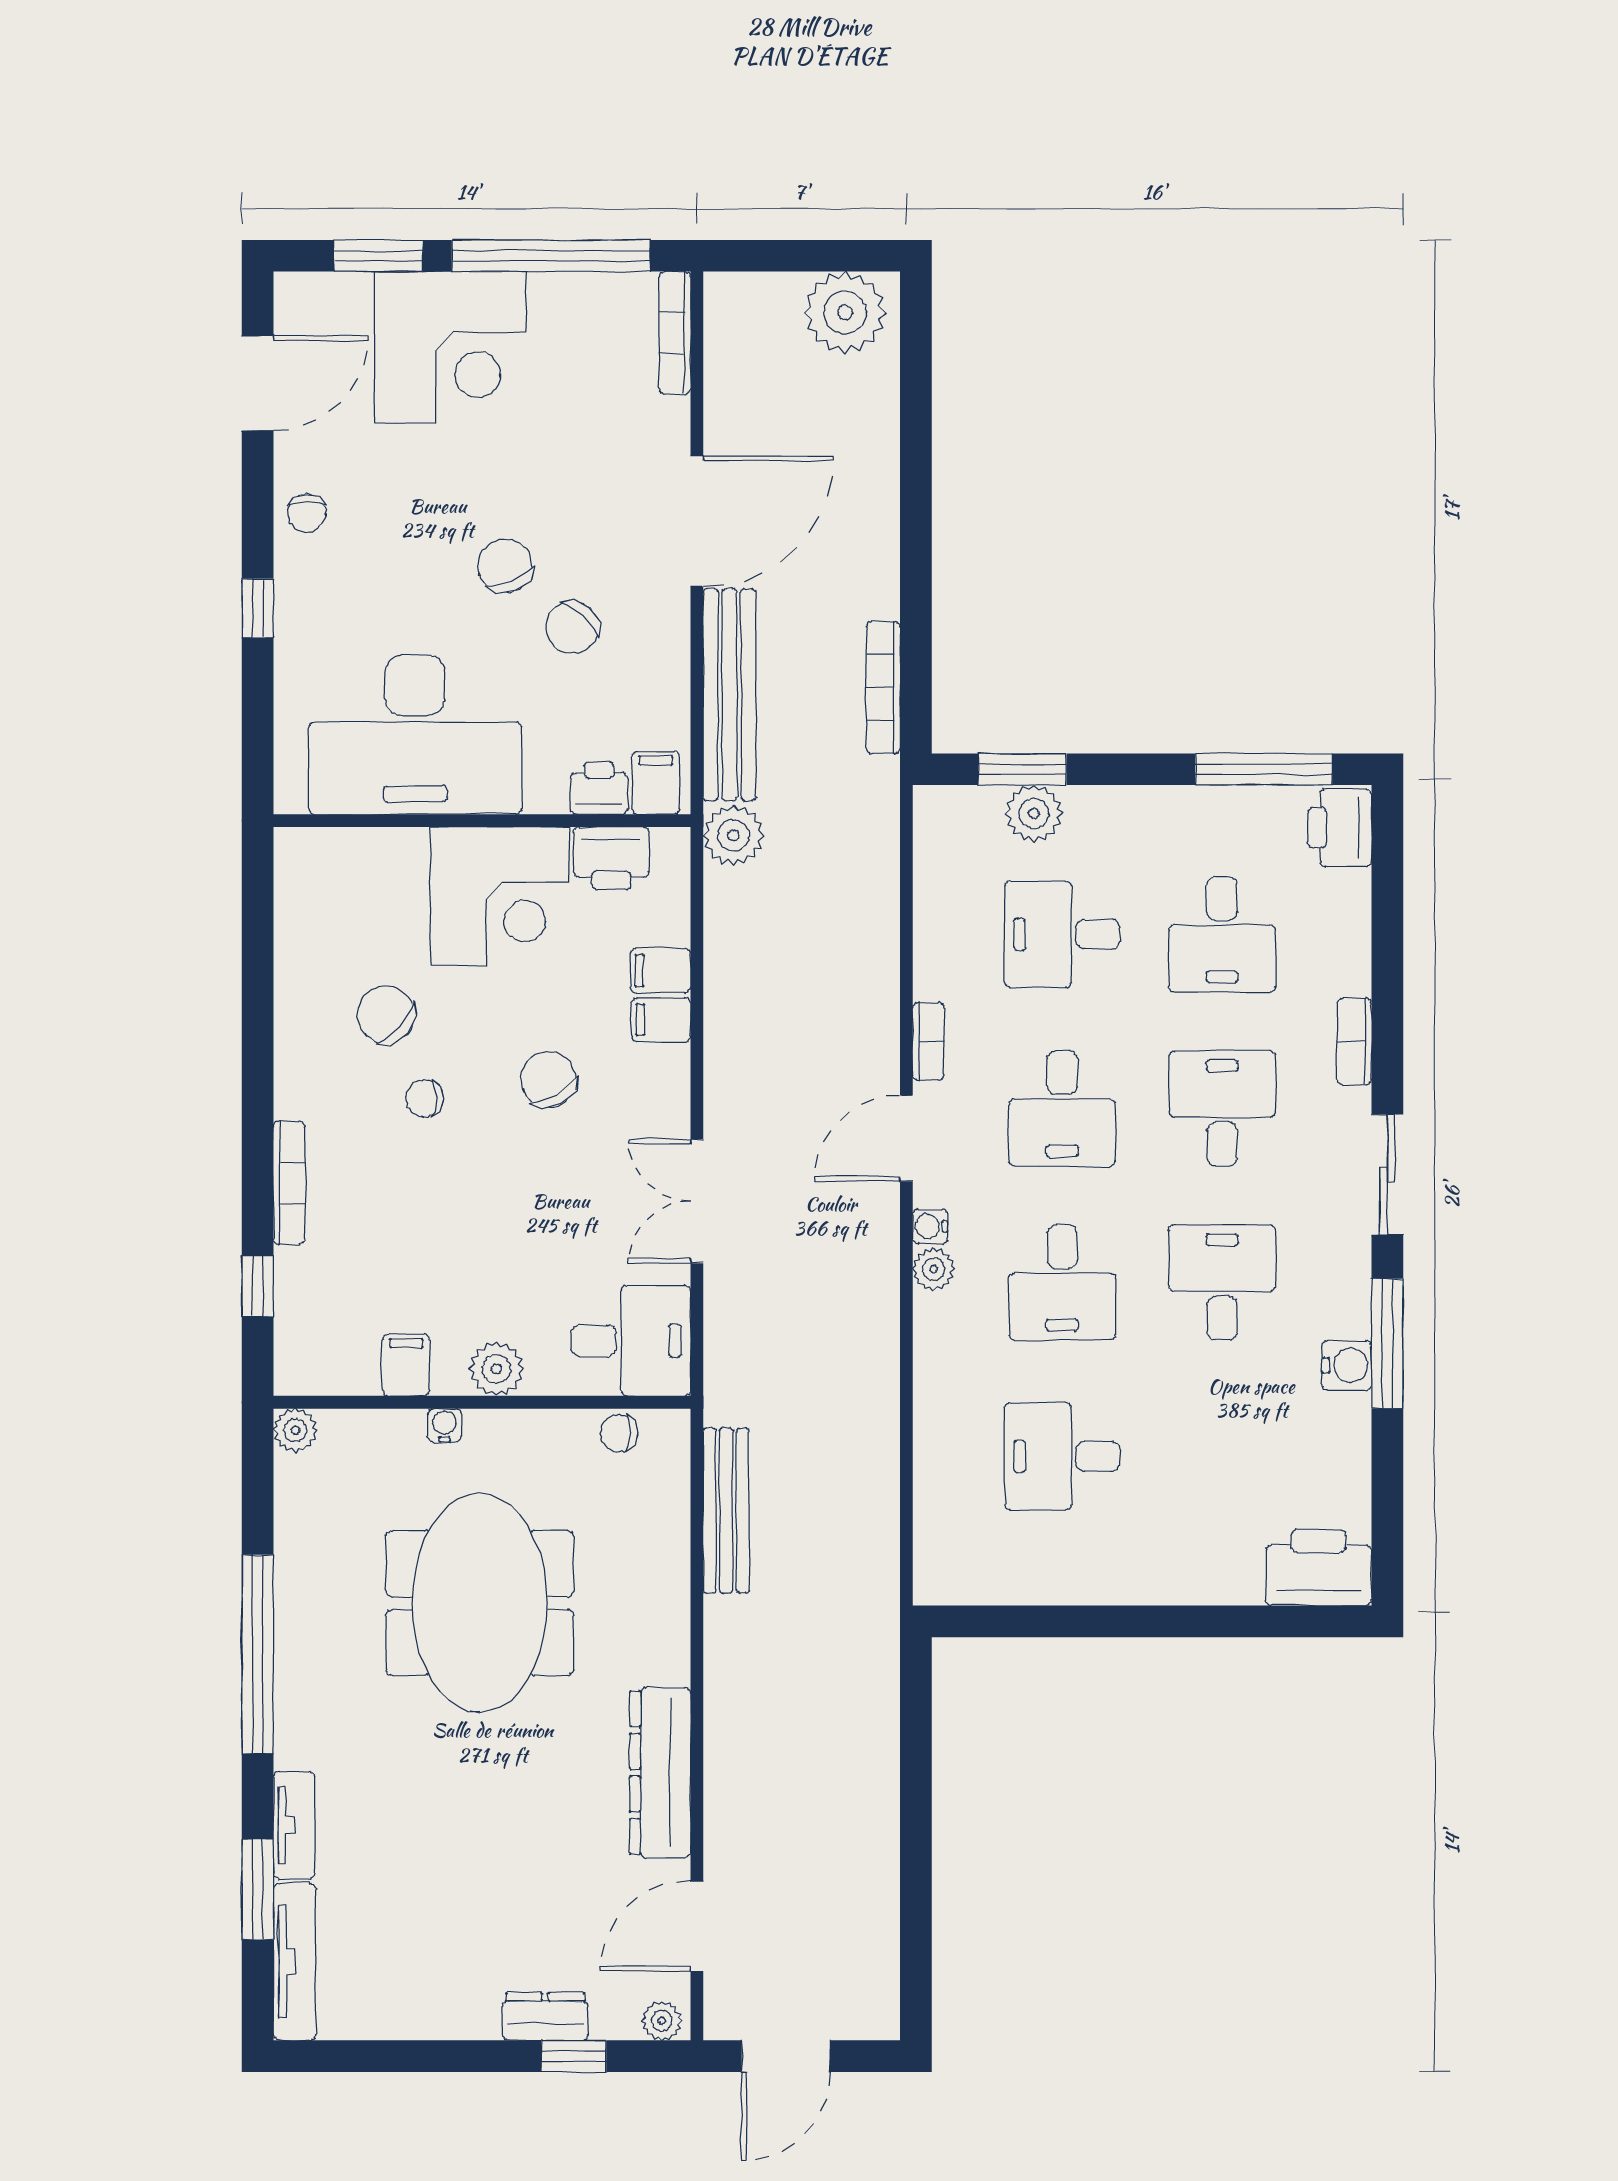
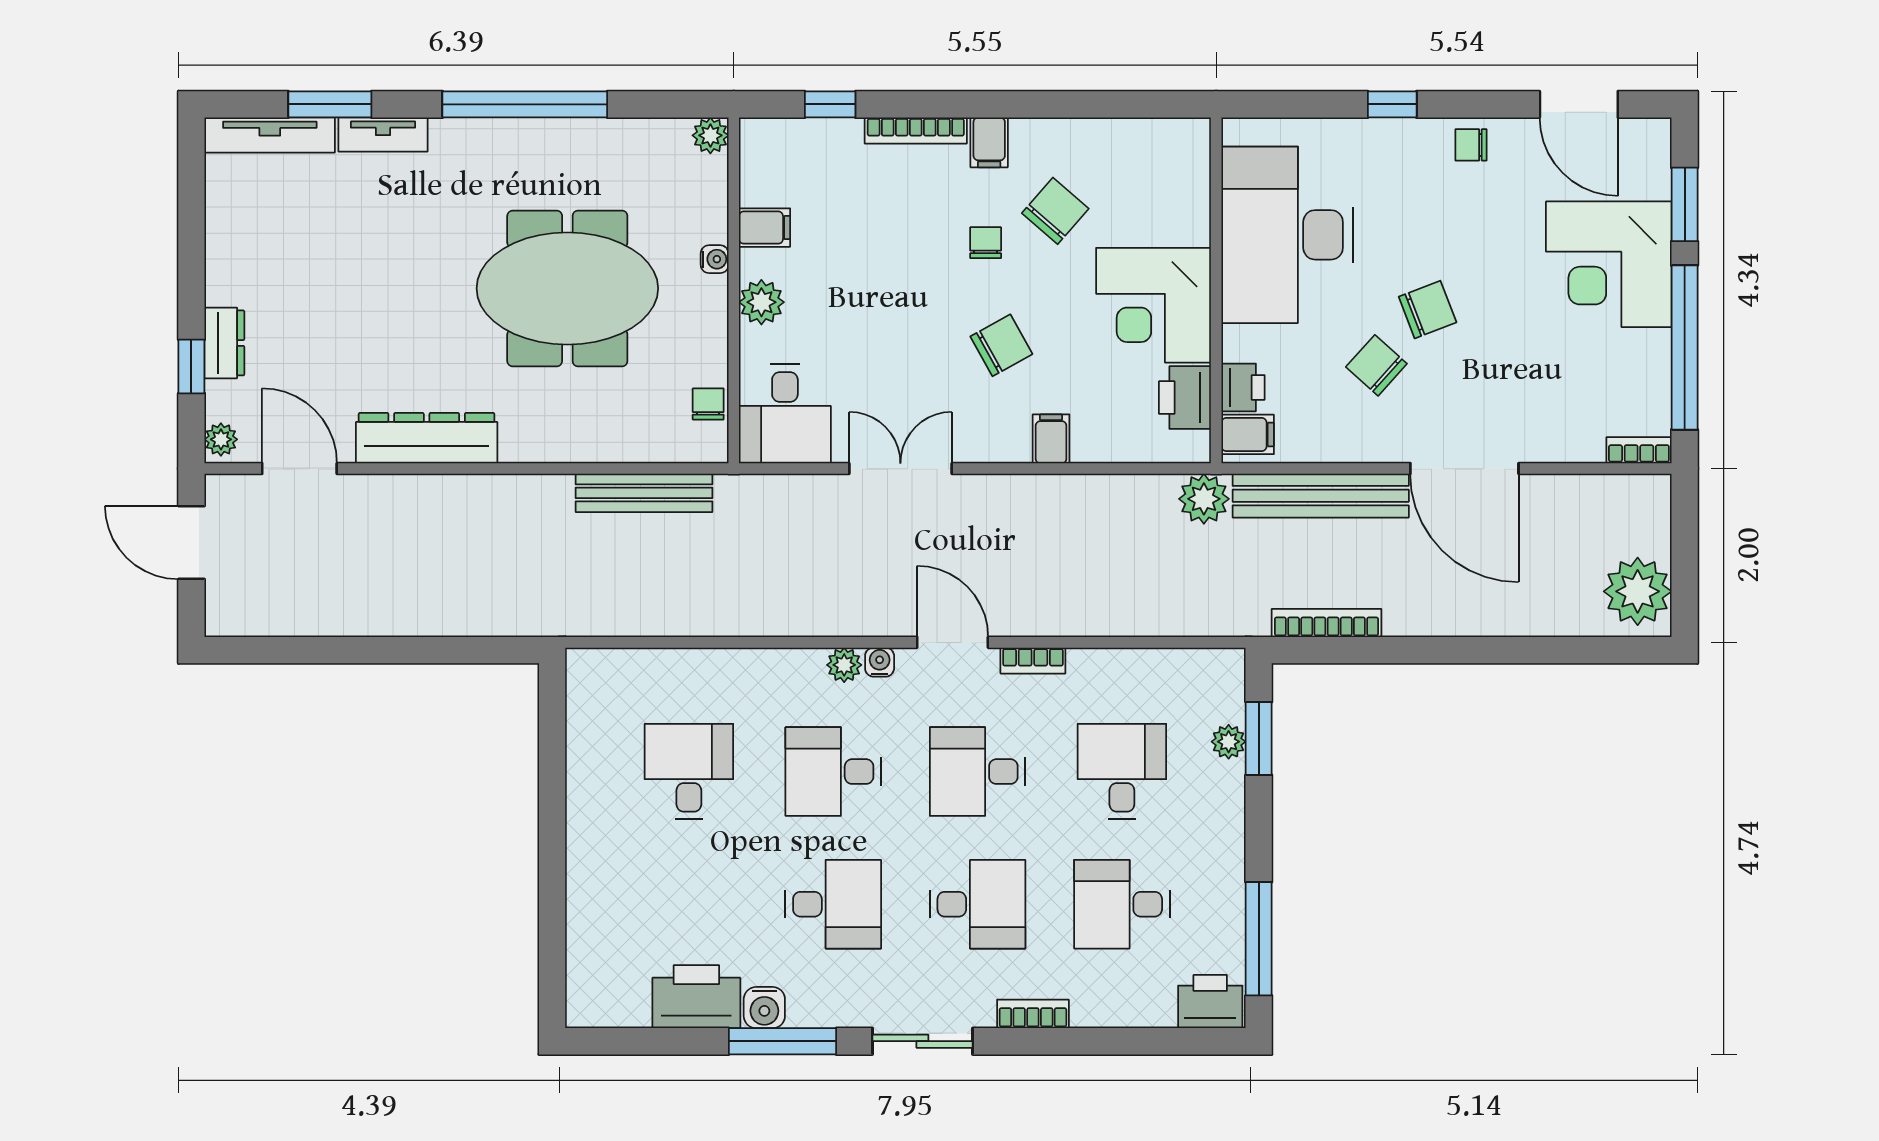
bookcase: (675, 333) -> (1639, 450), width x0.64
plant: (1034, 813) -> (1229, 742), width x0.73, depth x0.73
filing cabinet: (660, 971) -> (989, 142), moved, turned 180
printer: (1319, 1568) -> (696, 997), moved, turned -90

